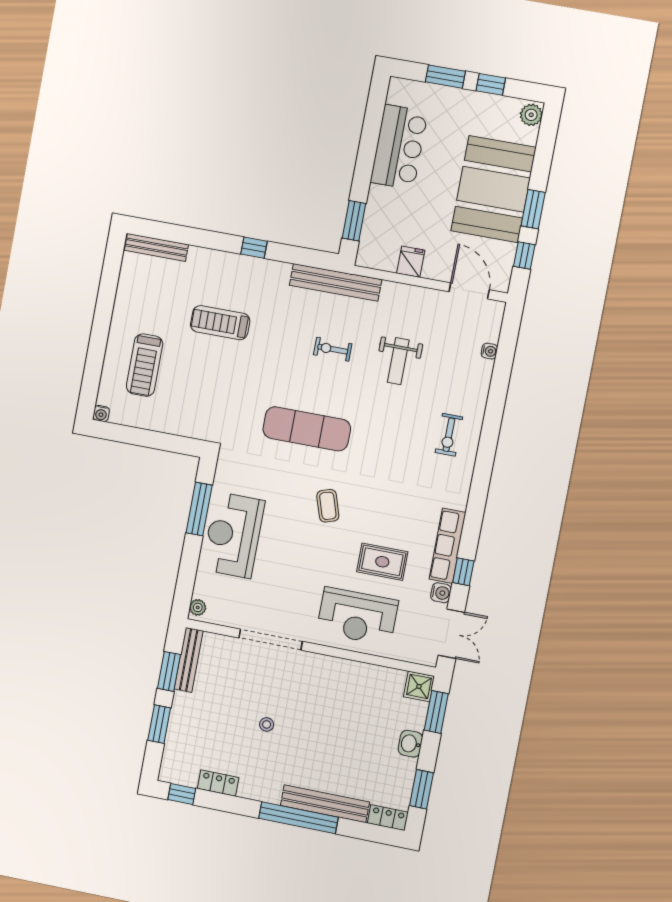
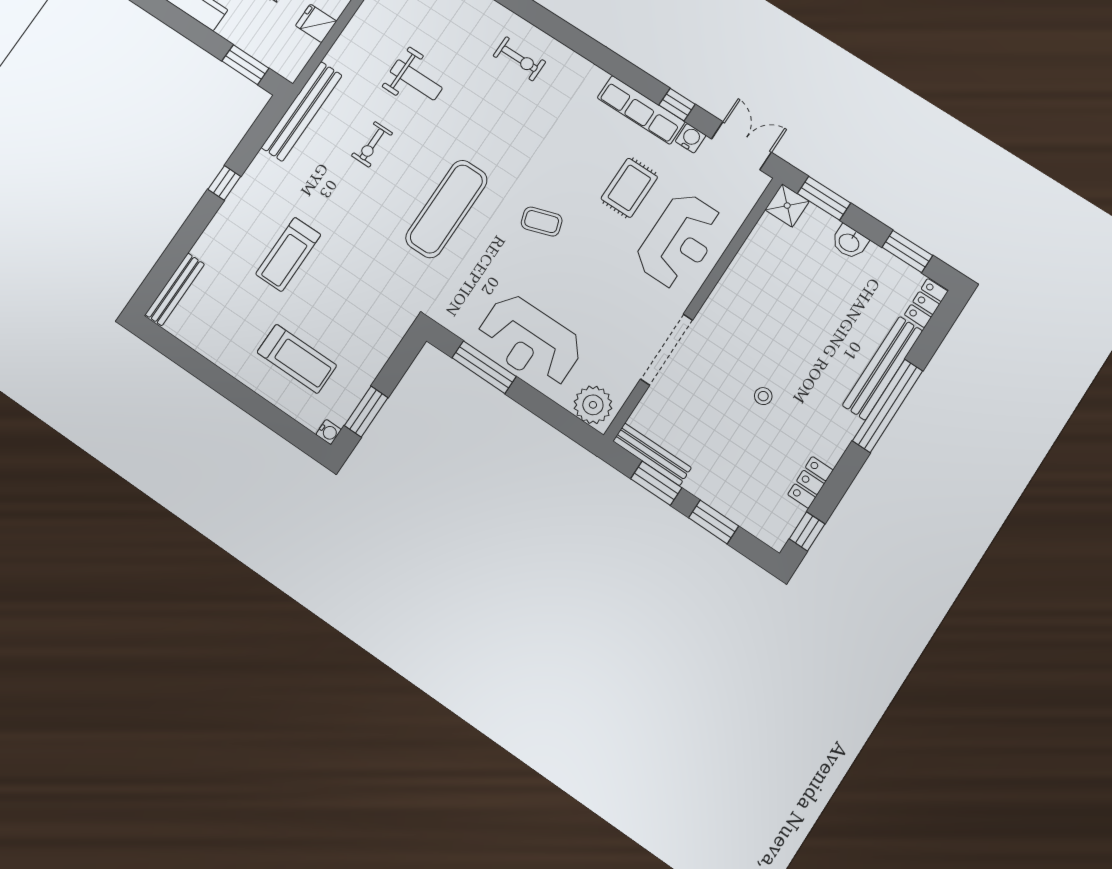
window: (128, 435) -> (366, 412), added
plant: (198, 607) -> (593, 405), width x1.88, depth x1.88

